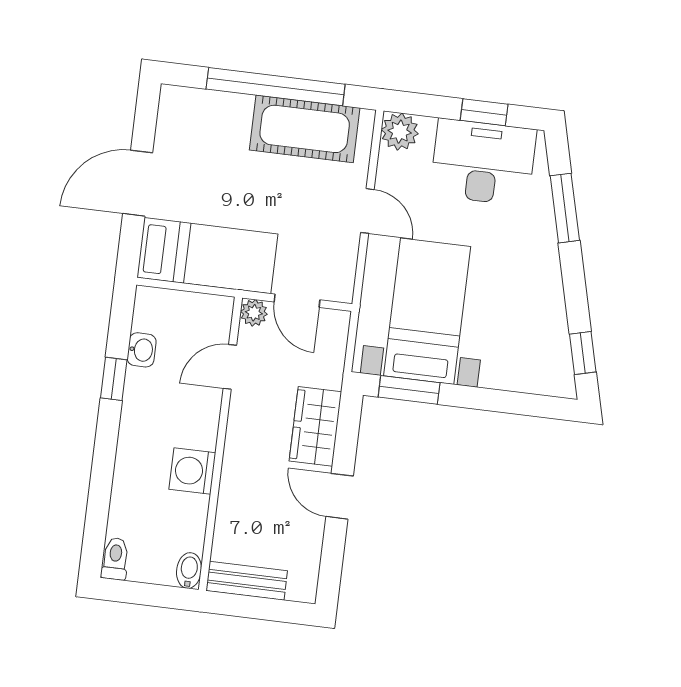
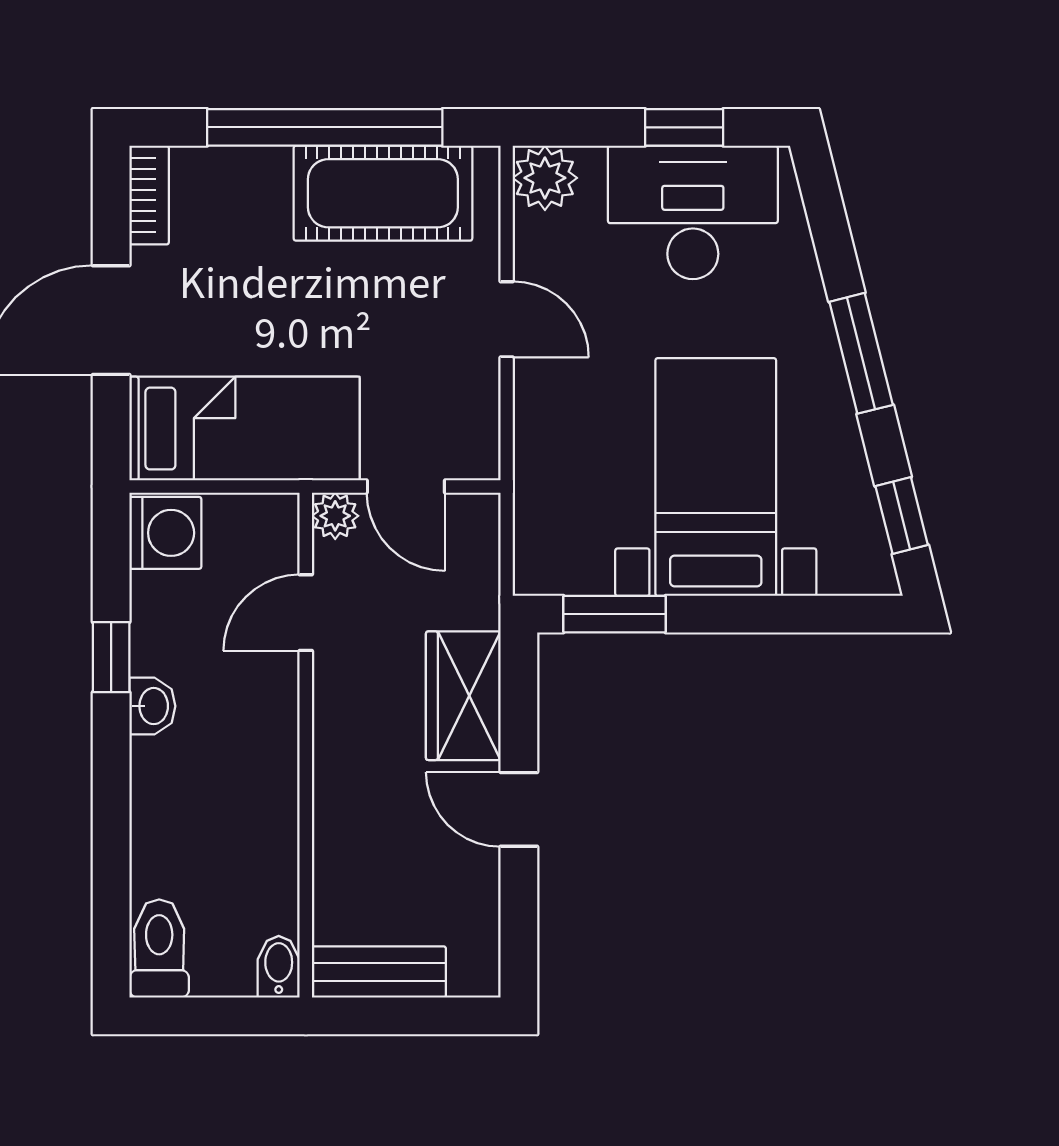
bookcase: (169, 113) -> (149, 195), added
window: (565, 208) -> (861, 353), moved
bed with nightstands: (427, 311) -> (716, 477), moved
washbasin: (142, 350) -> (152, 706), moved
washing machine: (192, 471) -> (165, 533), moved, turned 180
toilet: (115, 559) -> (159, 948), width x1.37, depth x1.39

